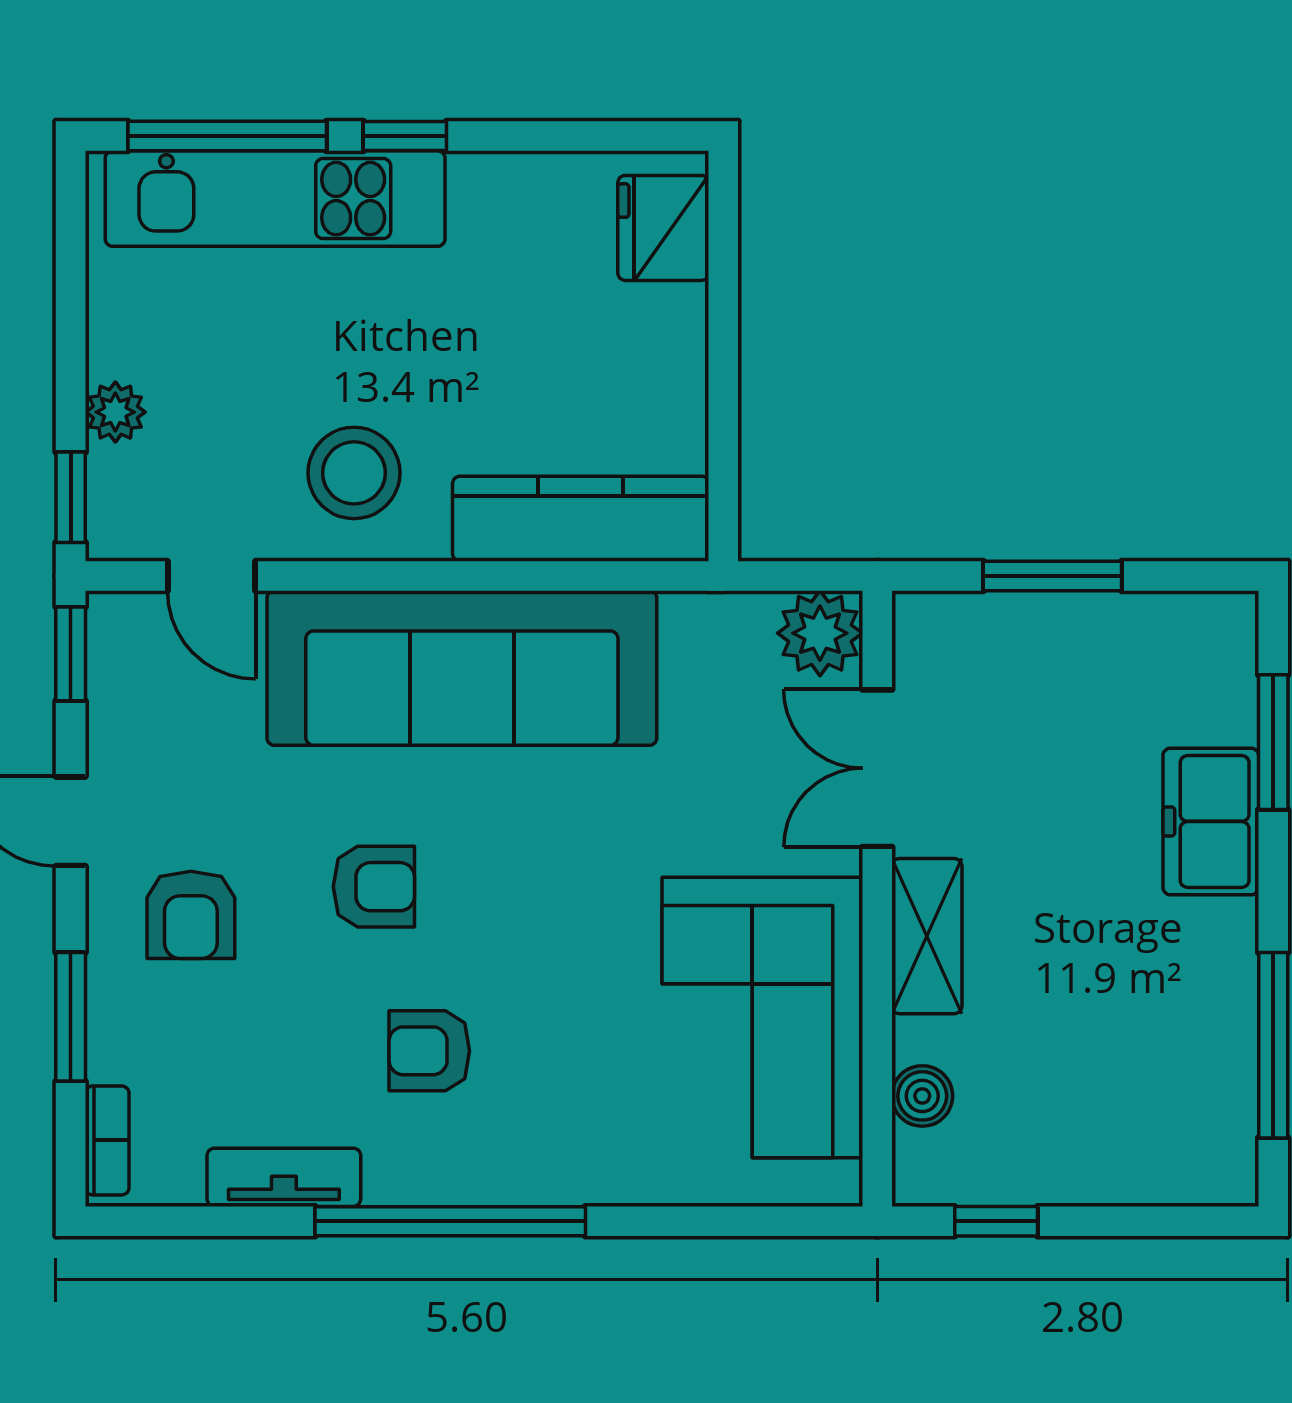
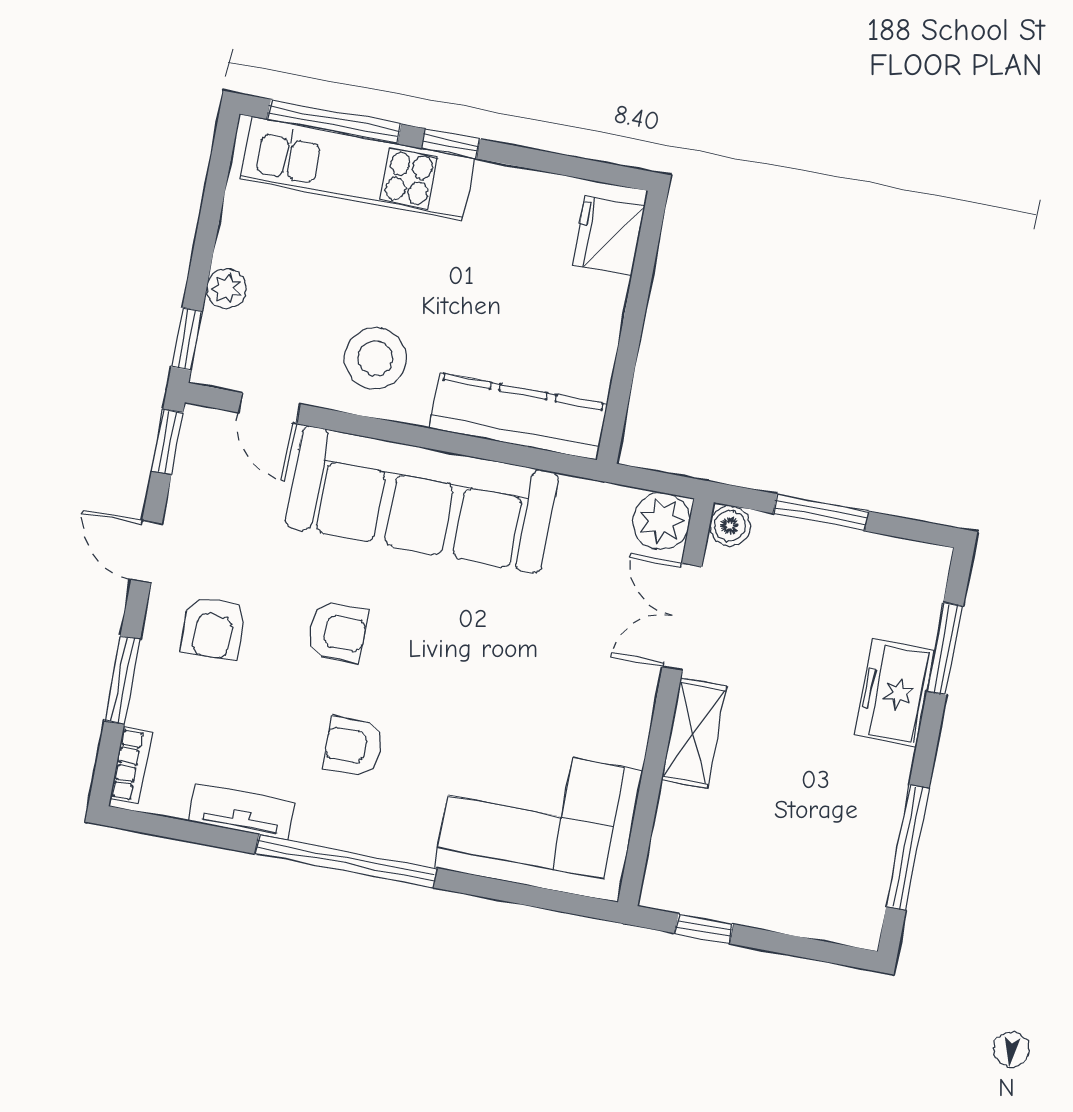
corner sofa: (762, 1018) -> (538, 819), moved, turned 90
boiler: (922, 1096) -> (730, 526), moved

